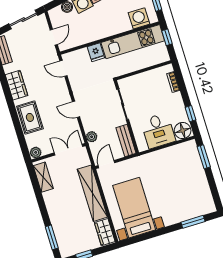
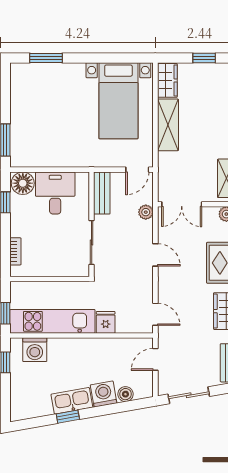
shelving: (92, 193) -> (168, 125), width x0.68

